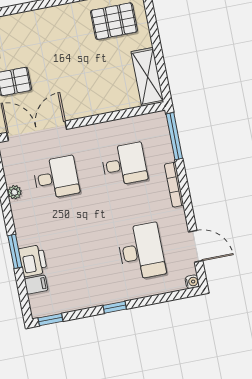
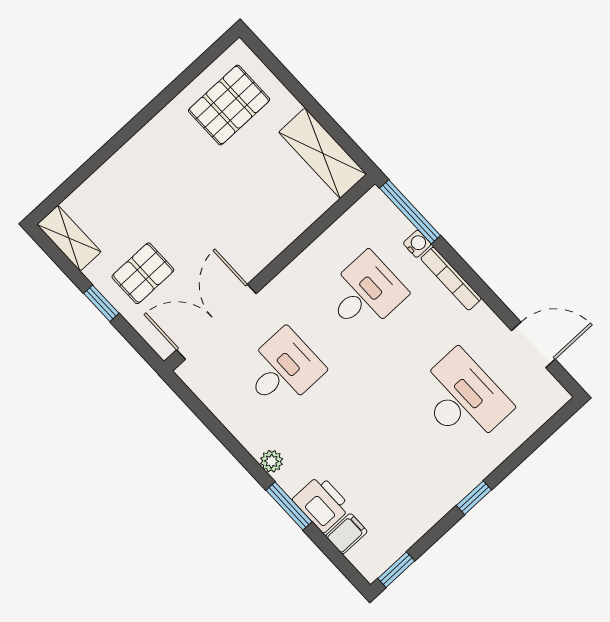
plant: (14, 192) -> (272, 461), moved
water cooler: (192, 282) -> (417, 244), moved

